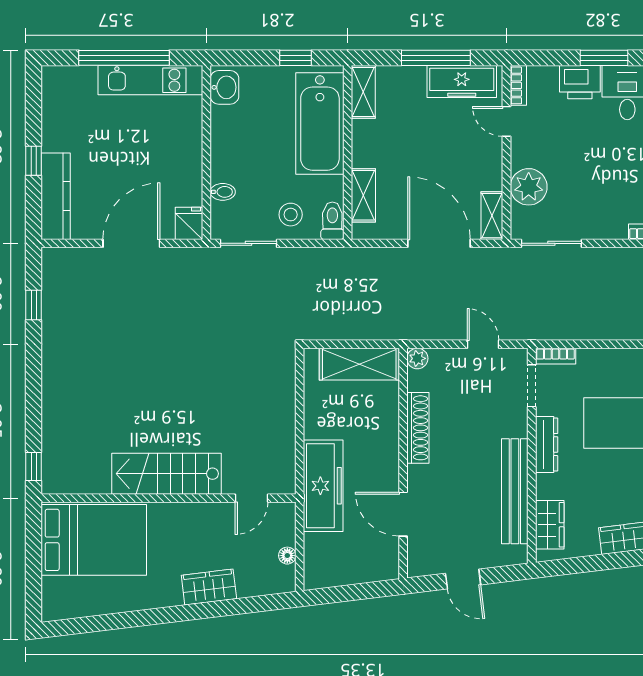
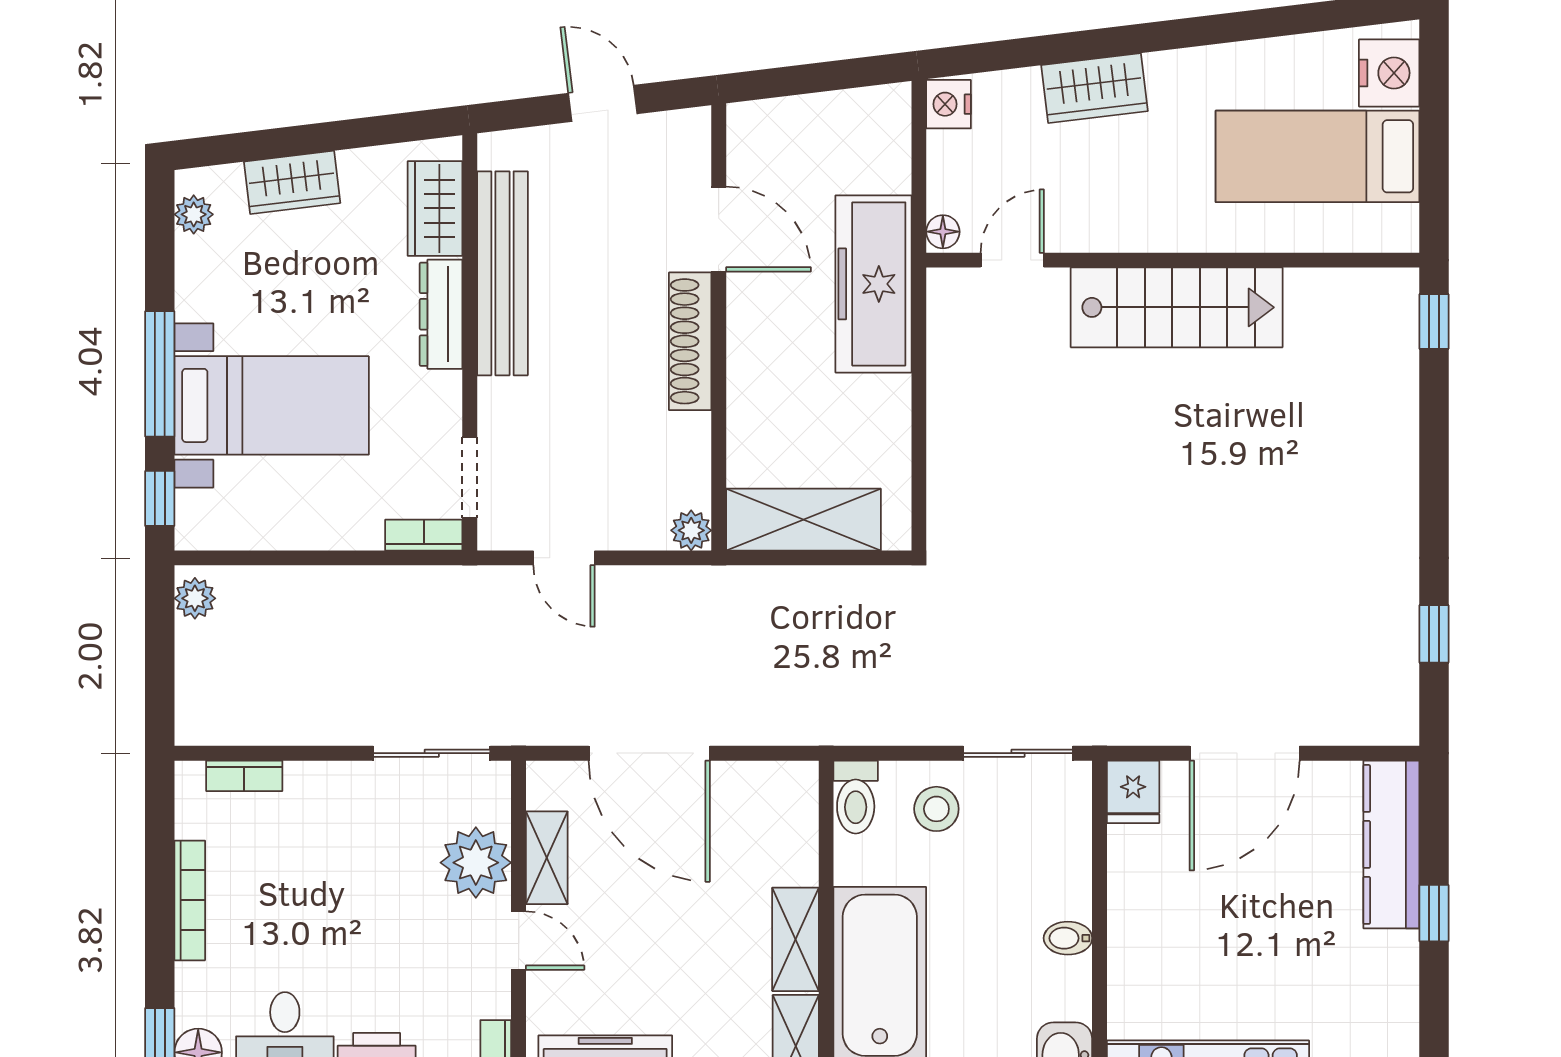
door: (507, 121) -> (519, 941), moved
bidet: (223, 192) -> (1068, 938), moved
shelving: (363, 195) -> (796, 939), moved
shelving: (492, 216) -> (547, 858), moved
shoe rack: (418, 428) -> (690, 341), moved
dresser: (547, 445) -> (441, 314), moved
bed: (94, 540) -> (1317, 156), width x0.67
floor lamp: (287, 556) -> (943, 232), moved
nightstand: (284, 579) -> (949, 104), added
nightstand: (57, 595) -> (1389, 73), added

